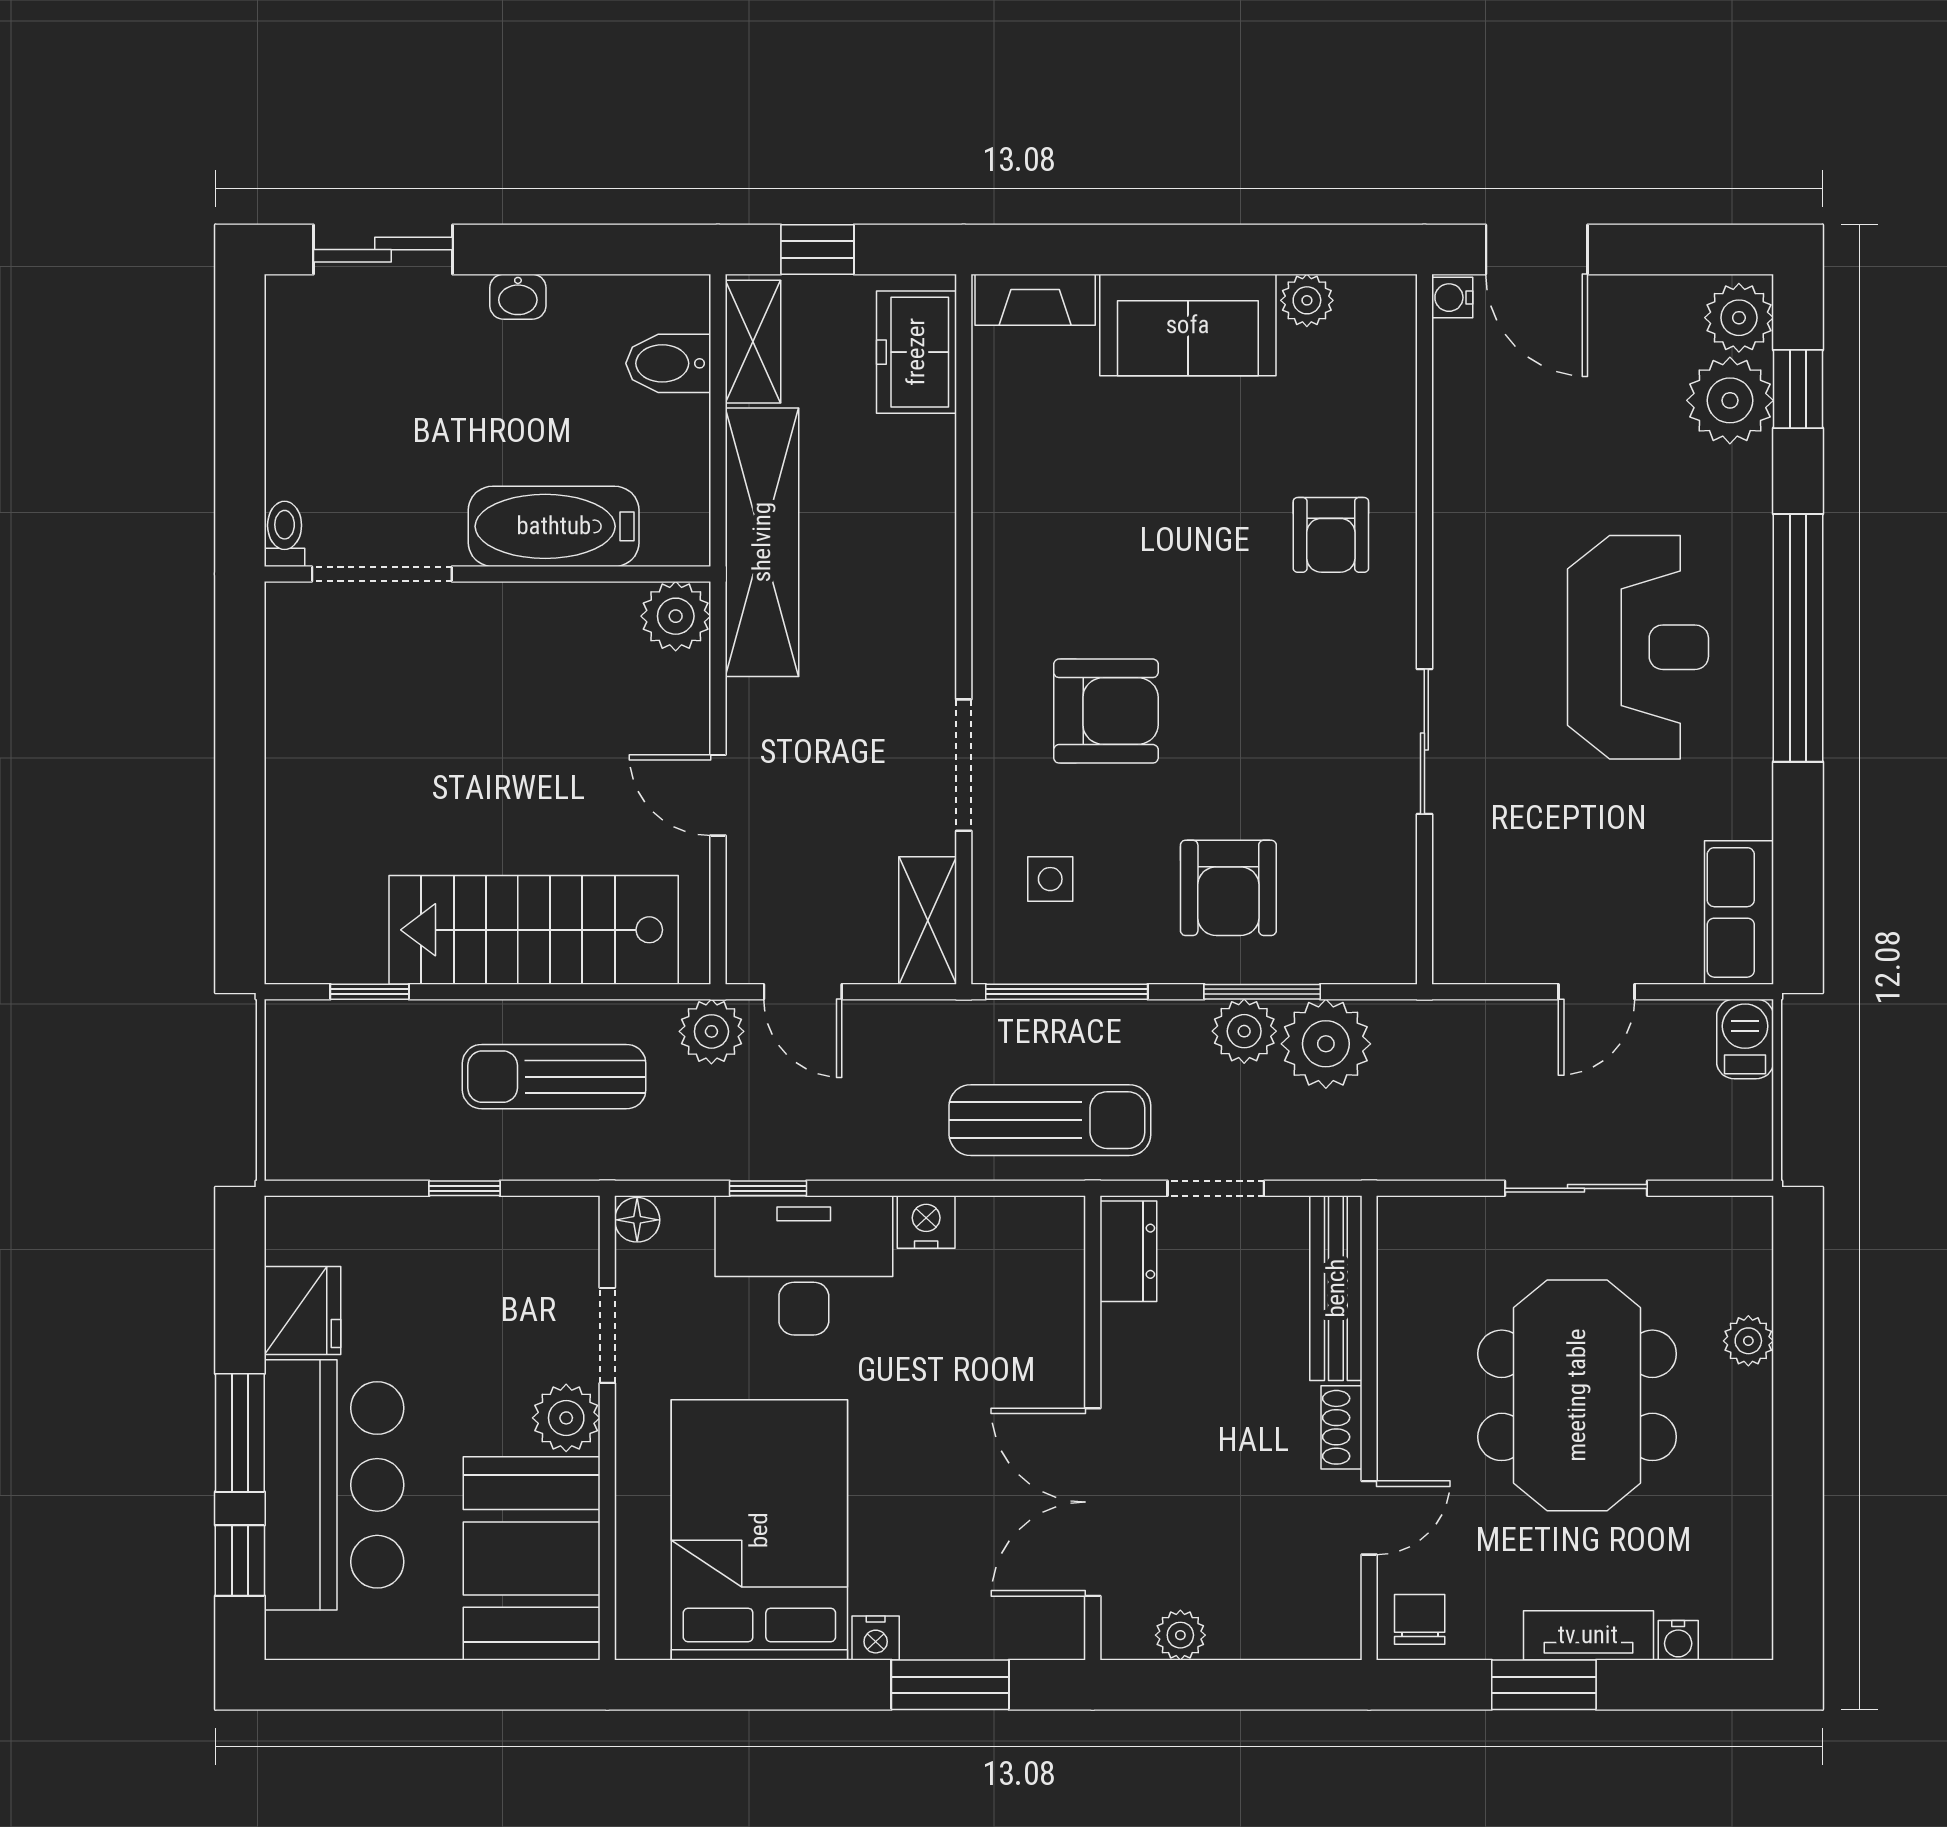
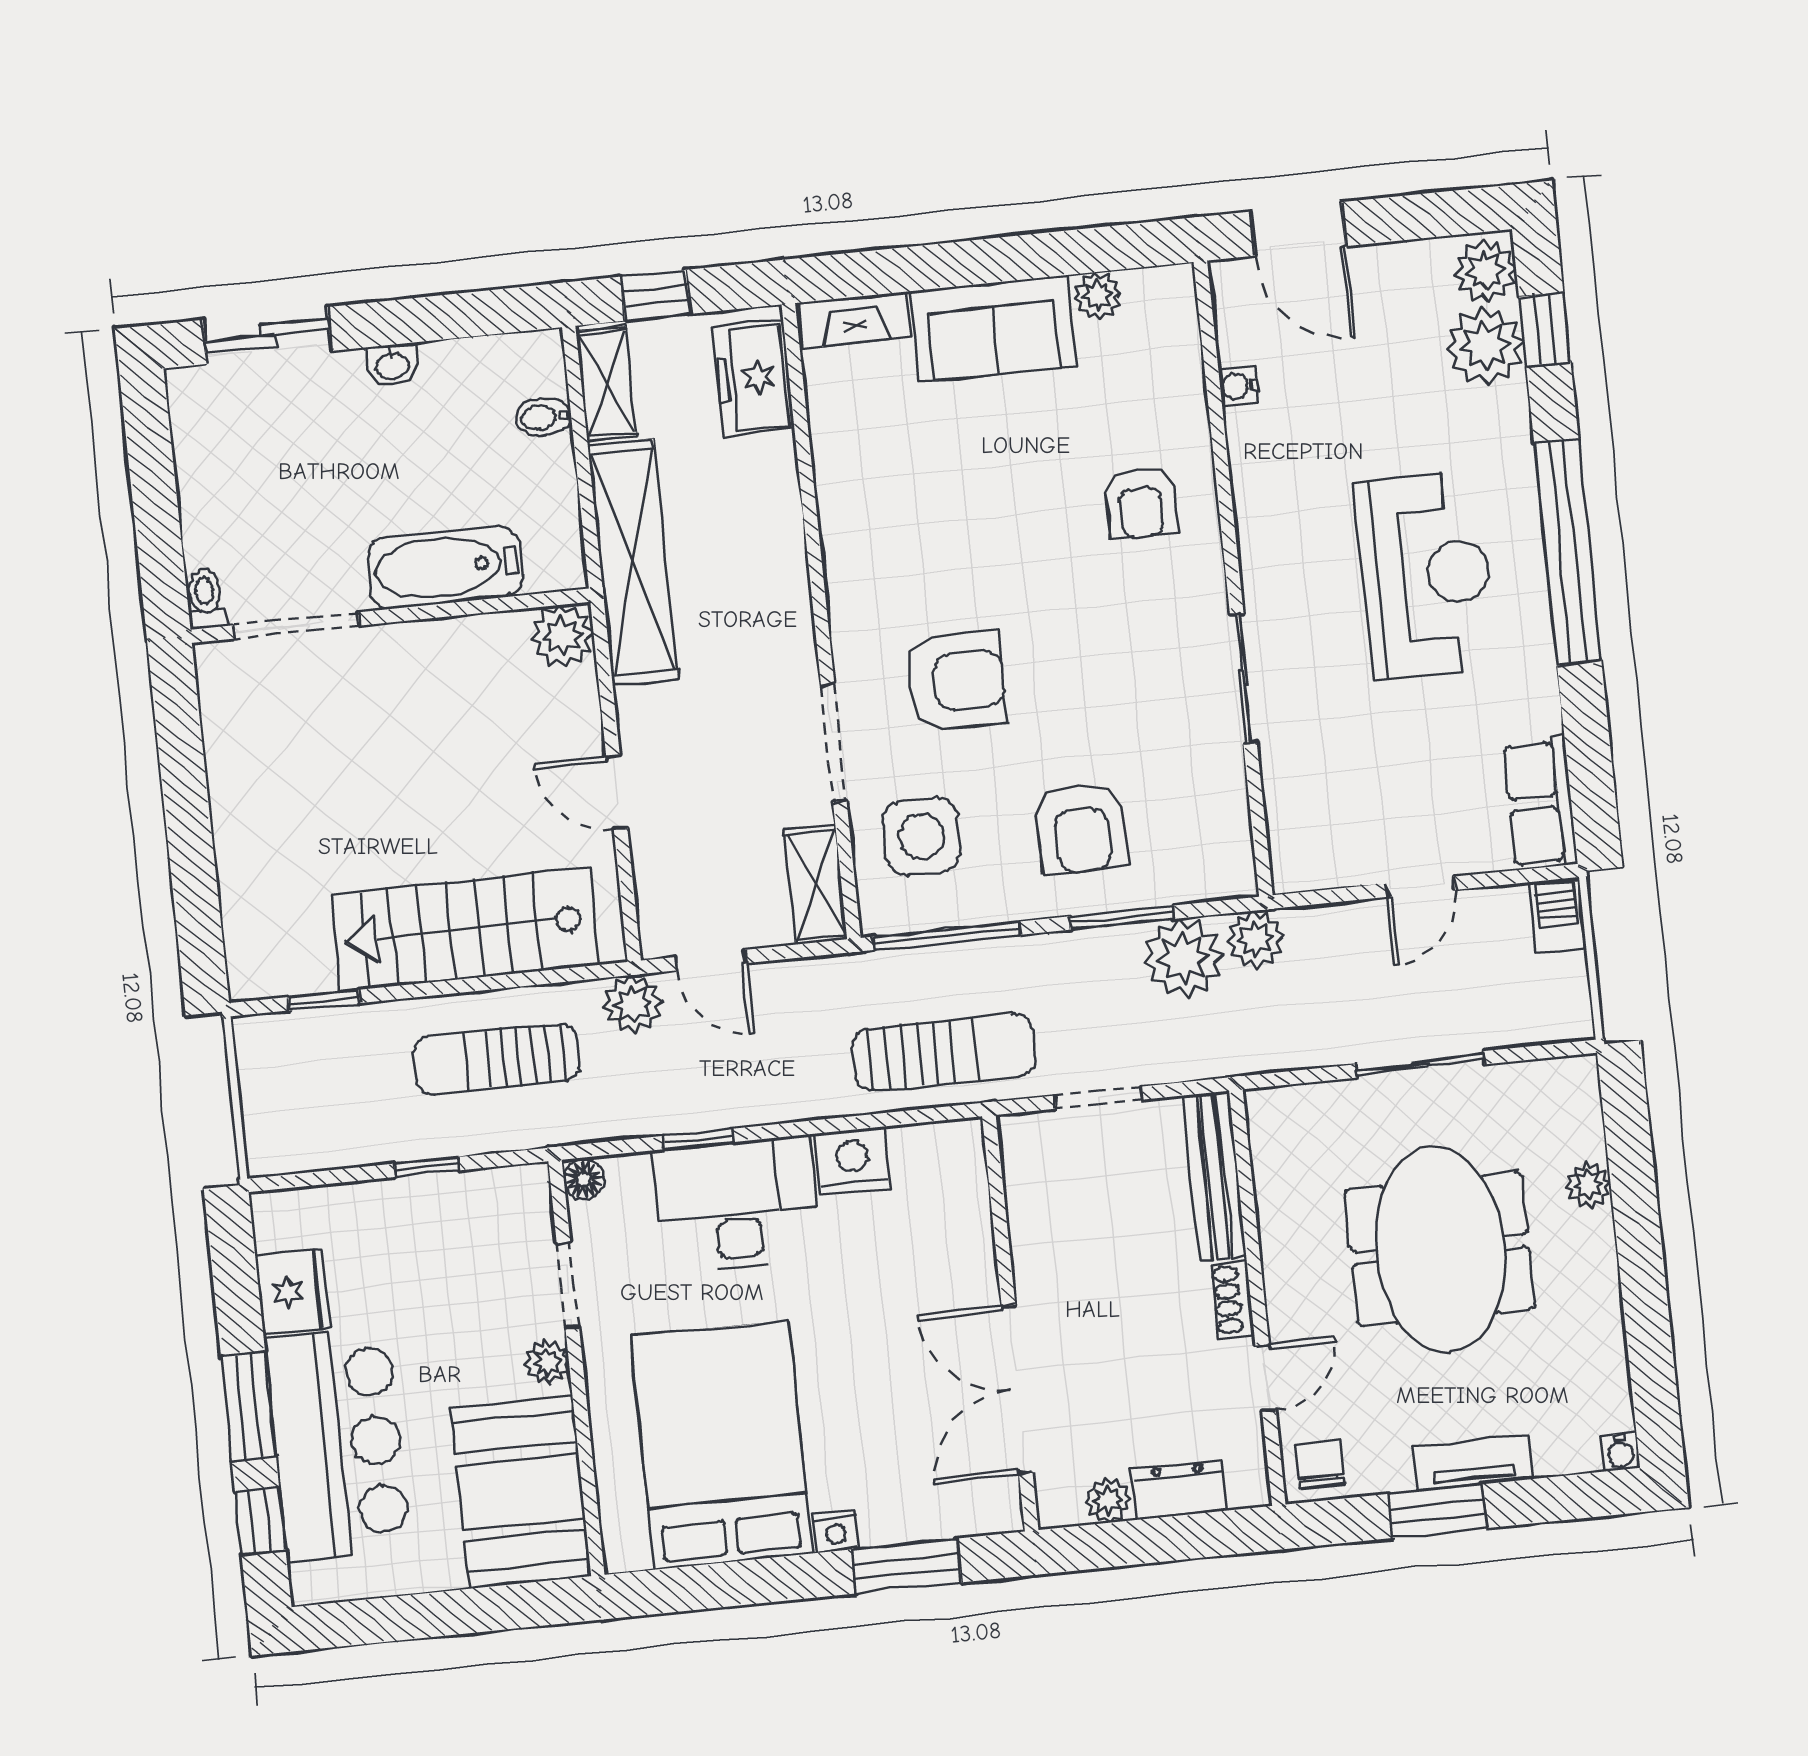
water cooler: (1452, 298) -> (1238, 386), moved
bidet: (668, 363) -> (543, 417), width x0.72, depth x0.74
side table: (1050, 879) -> (922, 837), width x1.87, depth x1.87
plant: (1244, 1031) -> (1255, 939), moved
nightstand: (926, 1222) -> (852, 1161), width x1.36, depth x1.33
dresser: (1128, 1251) -> (1179, 1490), moved, turned -90
plant: (566, 1418) -> (547, 1362), width x0.73, depth x0.73
water cooler: (1678, 1640) -> (1621, 1452), moved

